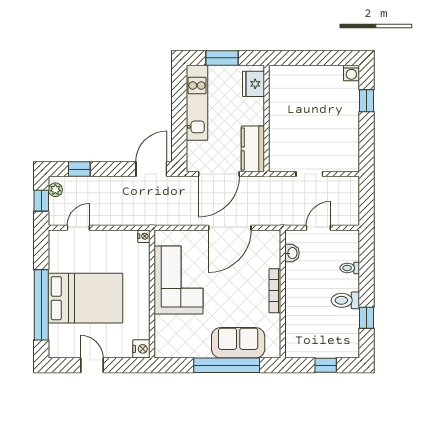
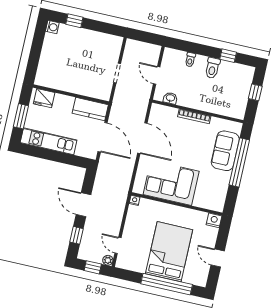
door: (151, 169) -> (83, 205), moved
plant: (55, 190) -> (108, 260), moved
door: (92, 365) -> (218, 258), hinge flipped

